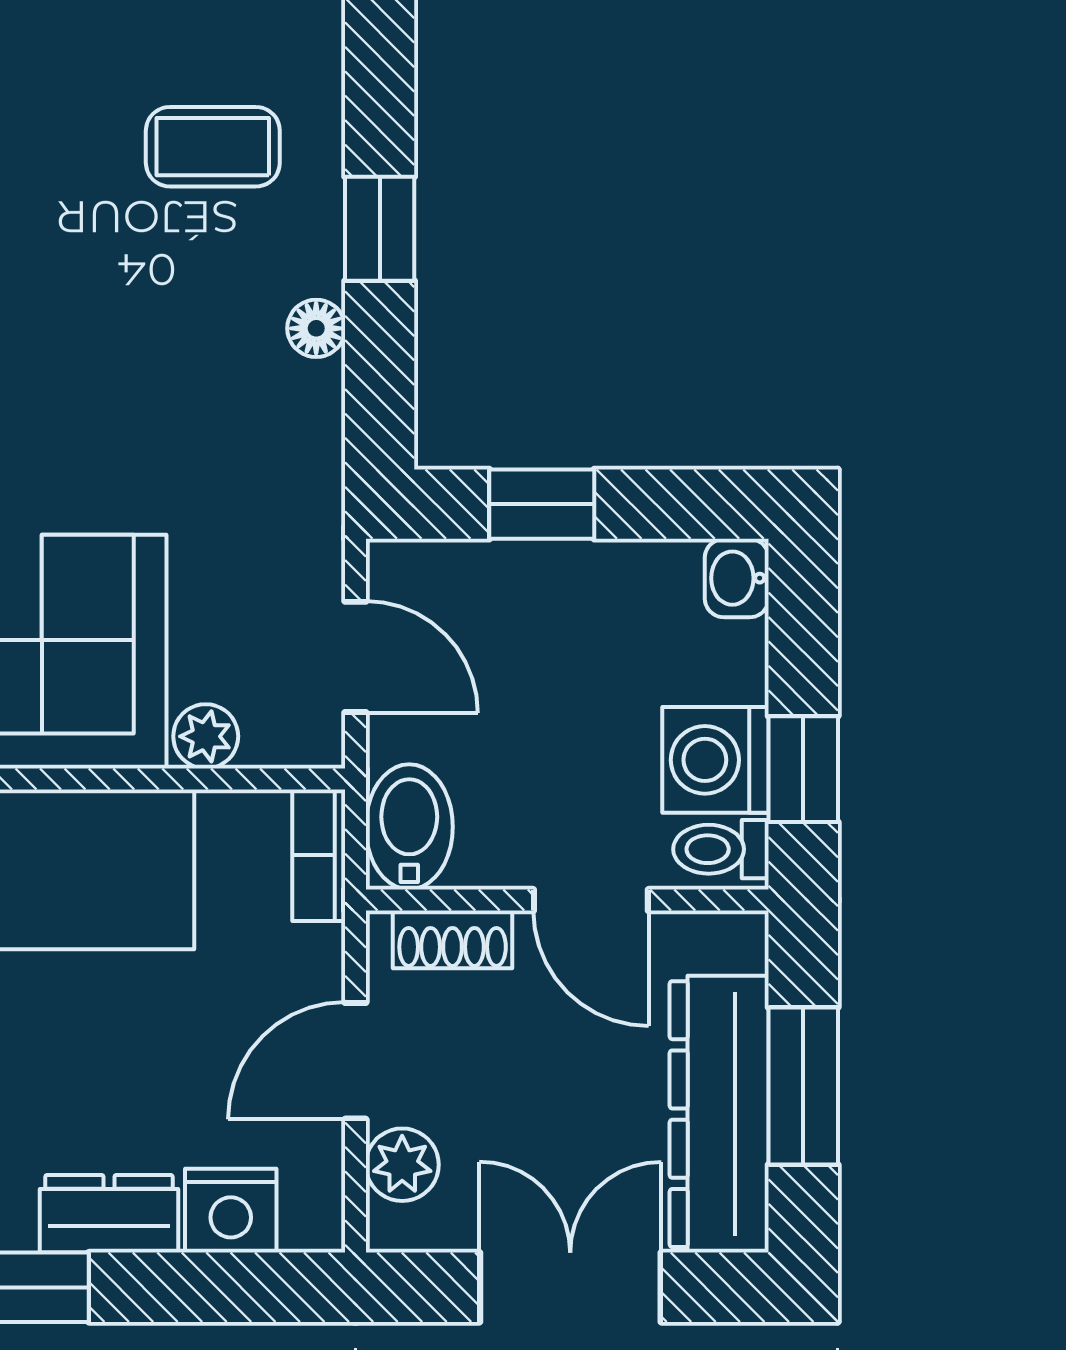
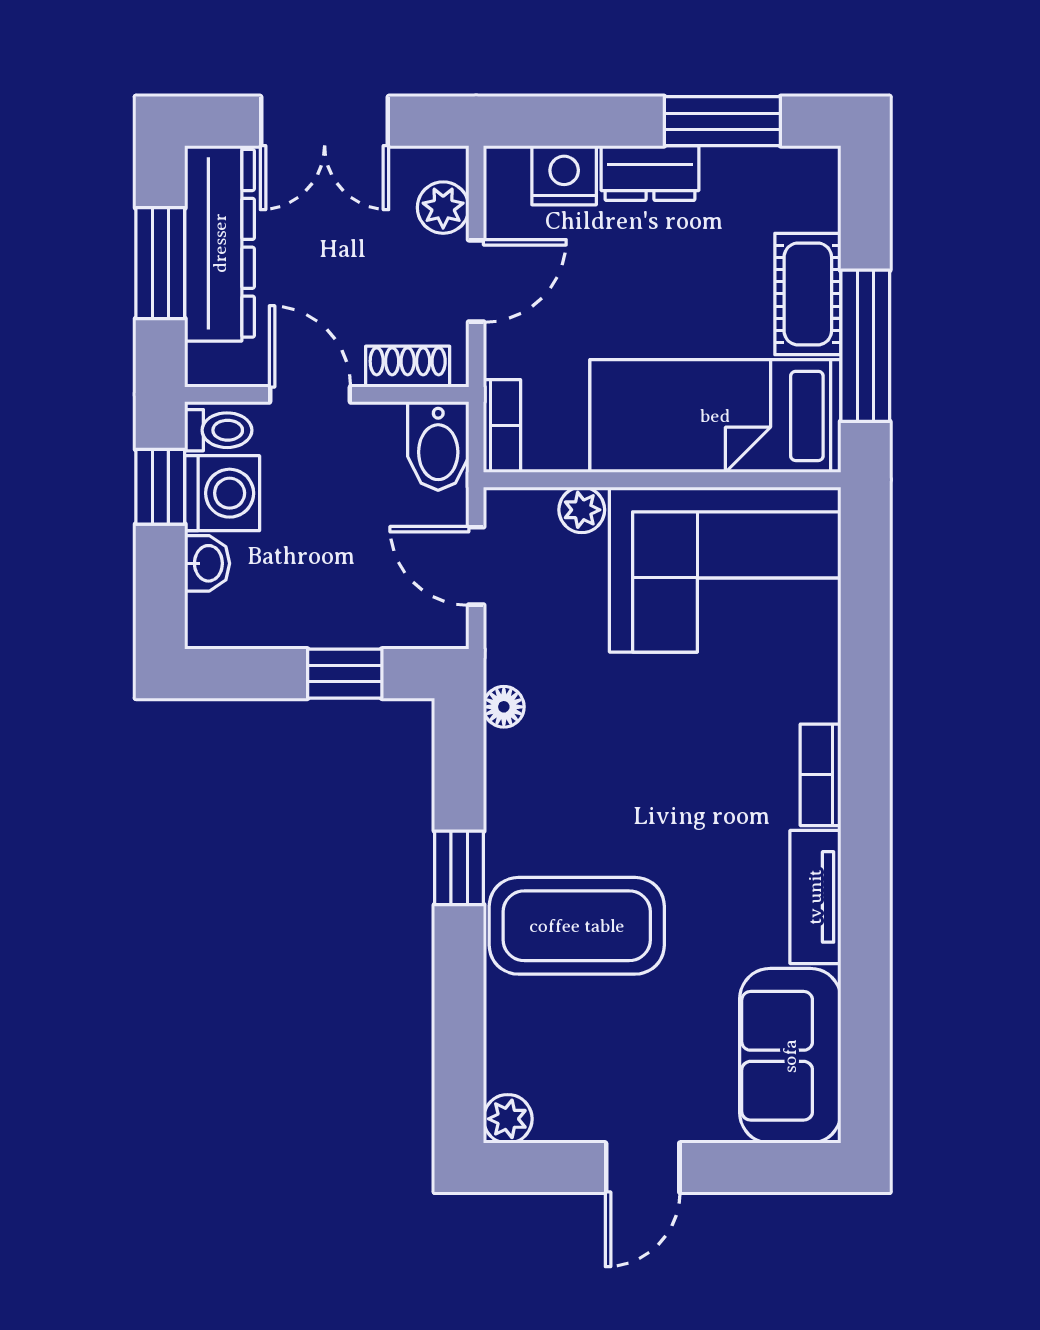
coffee table: (213, 147) -> (577, 926), width x1.86, depth x1.72
floor lamp: (316, 328) -> (504, 707), moved
washbasin: (737, 578) -> (207, 563), moved

